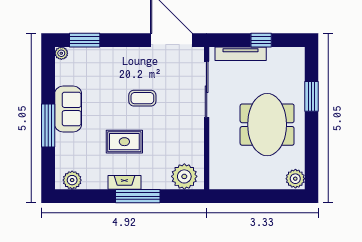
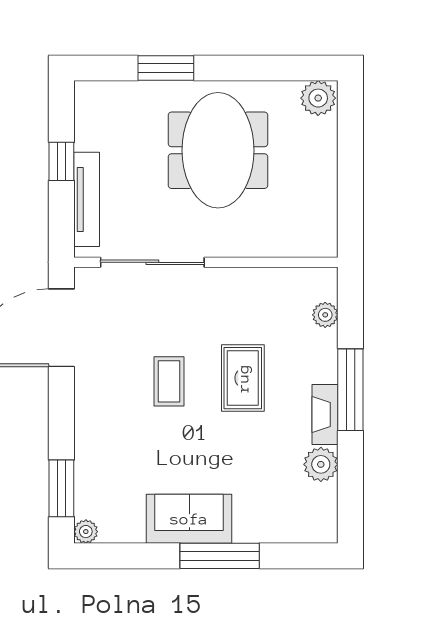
meeting table: (267, 125) -> (218, 150), turned 90
rug: (124, 142) -> (243, 378), moved
plant: (184, 176) -> (325, 315), width x0.53, depth x0.53
plant: (72, 180) -> (321, 464), moved

